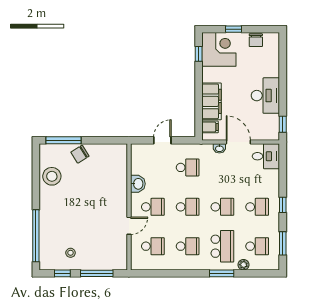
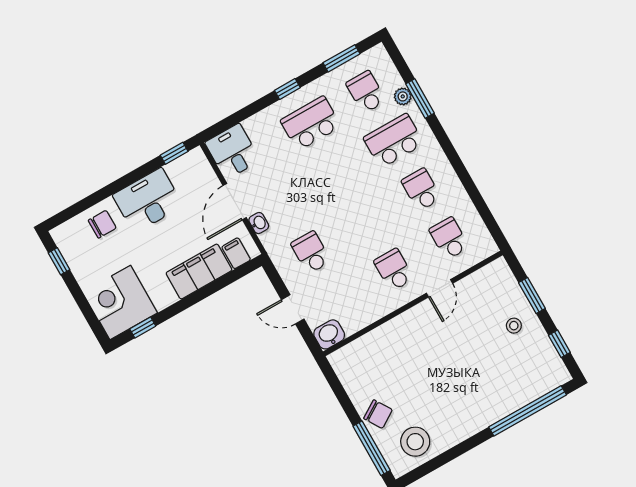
window: (233, 29) -> (59, 261), moved
chair: (256, 40) -> (102, 224), moved
stool: (52, 176) -> (415, 442), moved
washbasin: (138, 184) -> (329, 334), moved
school desk: (188, 207) -> (366, 221), removed
school desk: (222, 207) -> (338, 172), removed
school desk: (257, 207) -> (311, 123), width x1.85
door: (129, 226) -> (439, 288), swing flipped
stool: (71, 253) -> (514, 326), moved
window: (97, 273) -> (532, 295), width x0.69
window: (222, 273) -> (420, 98), moved

